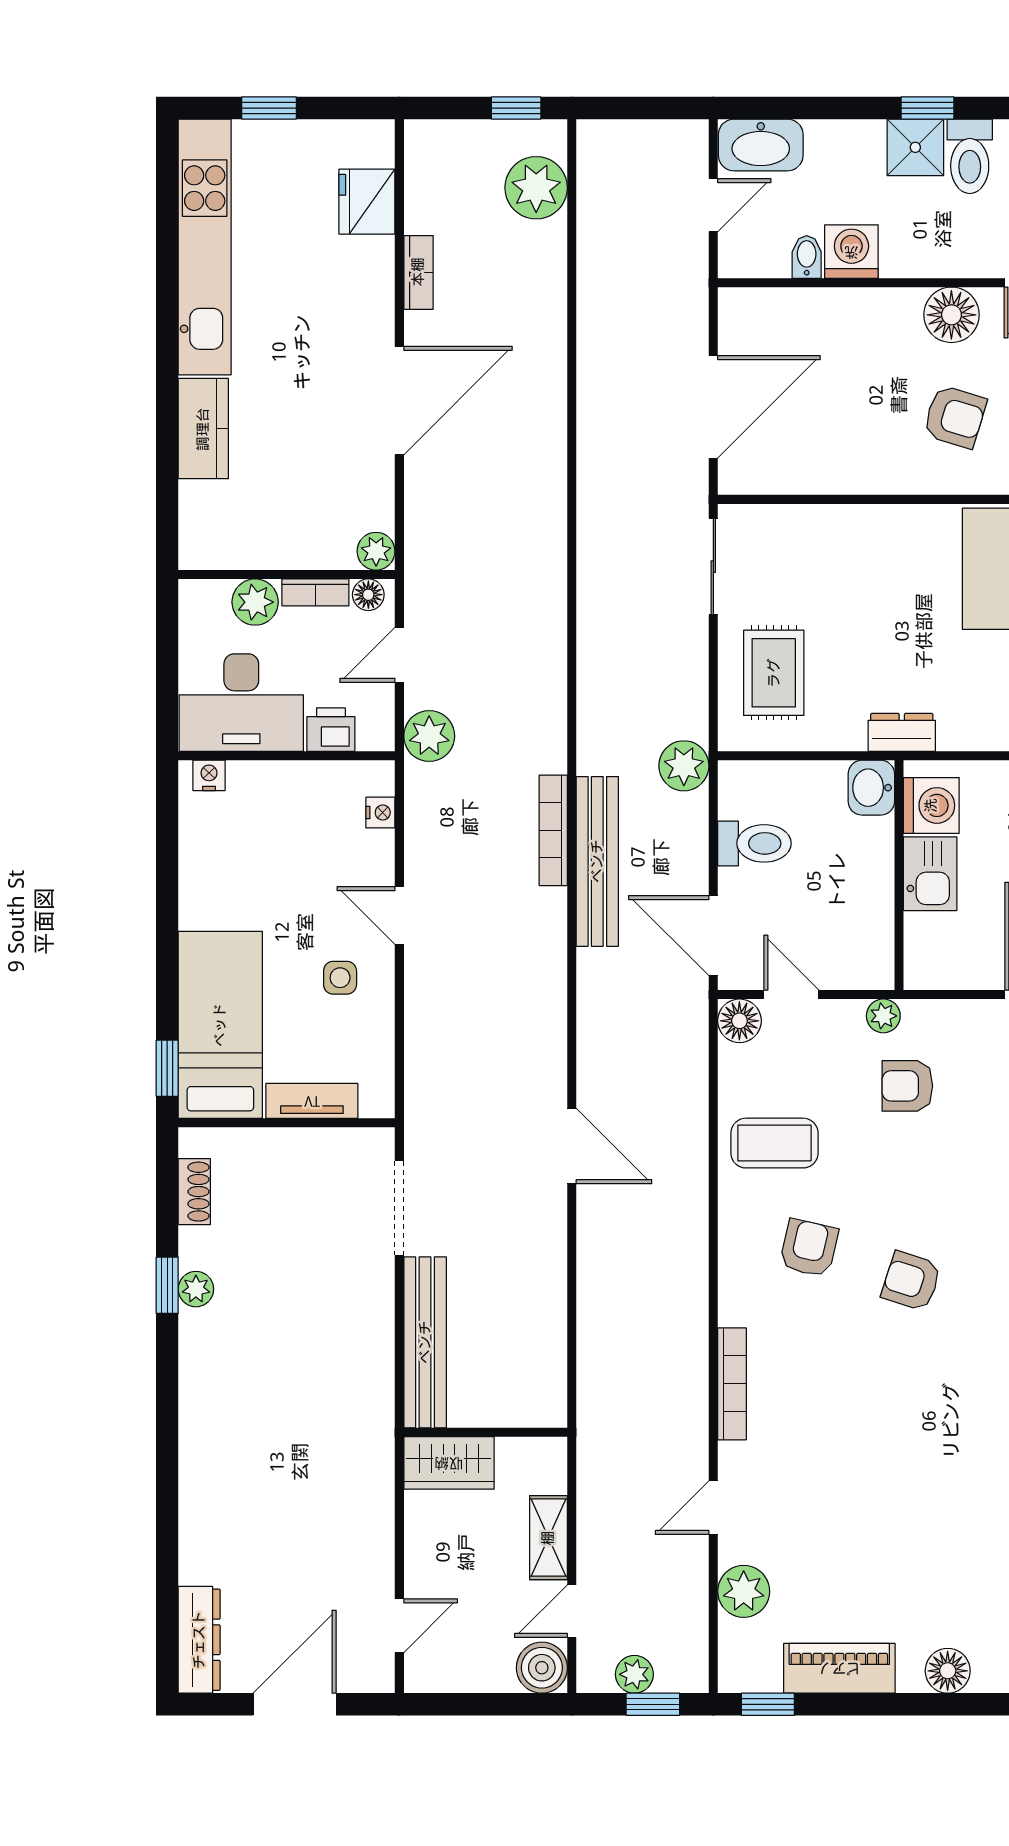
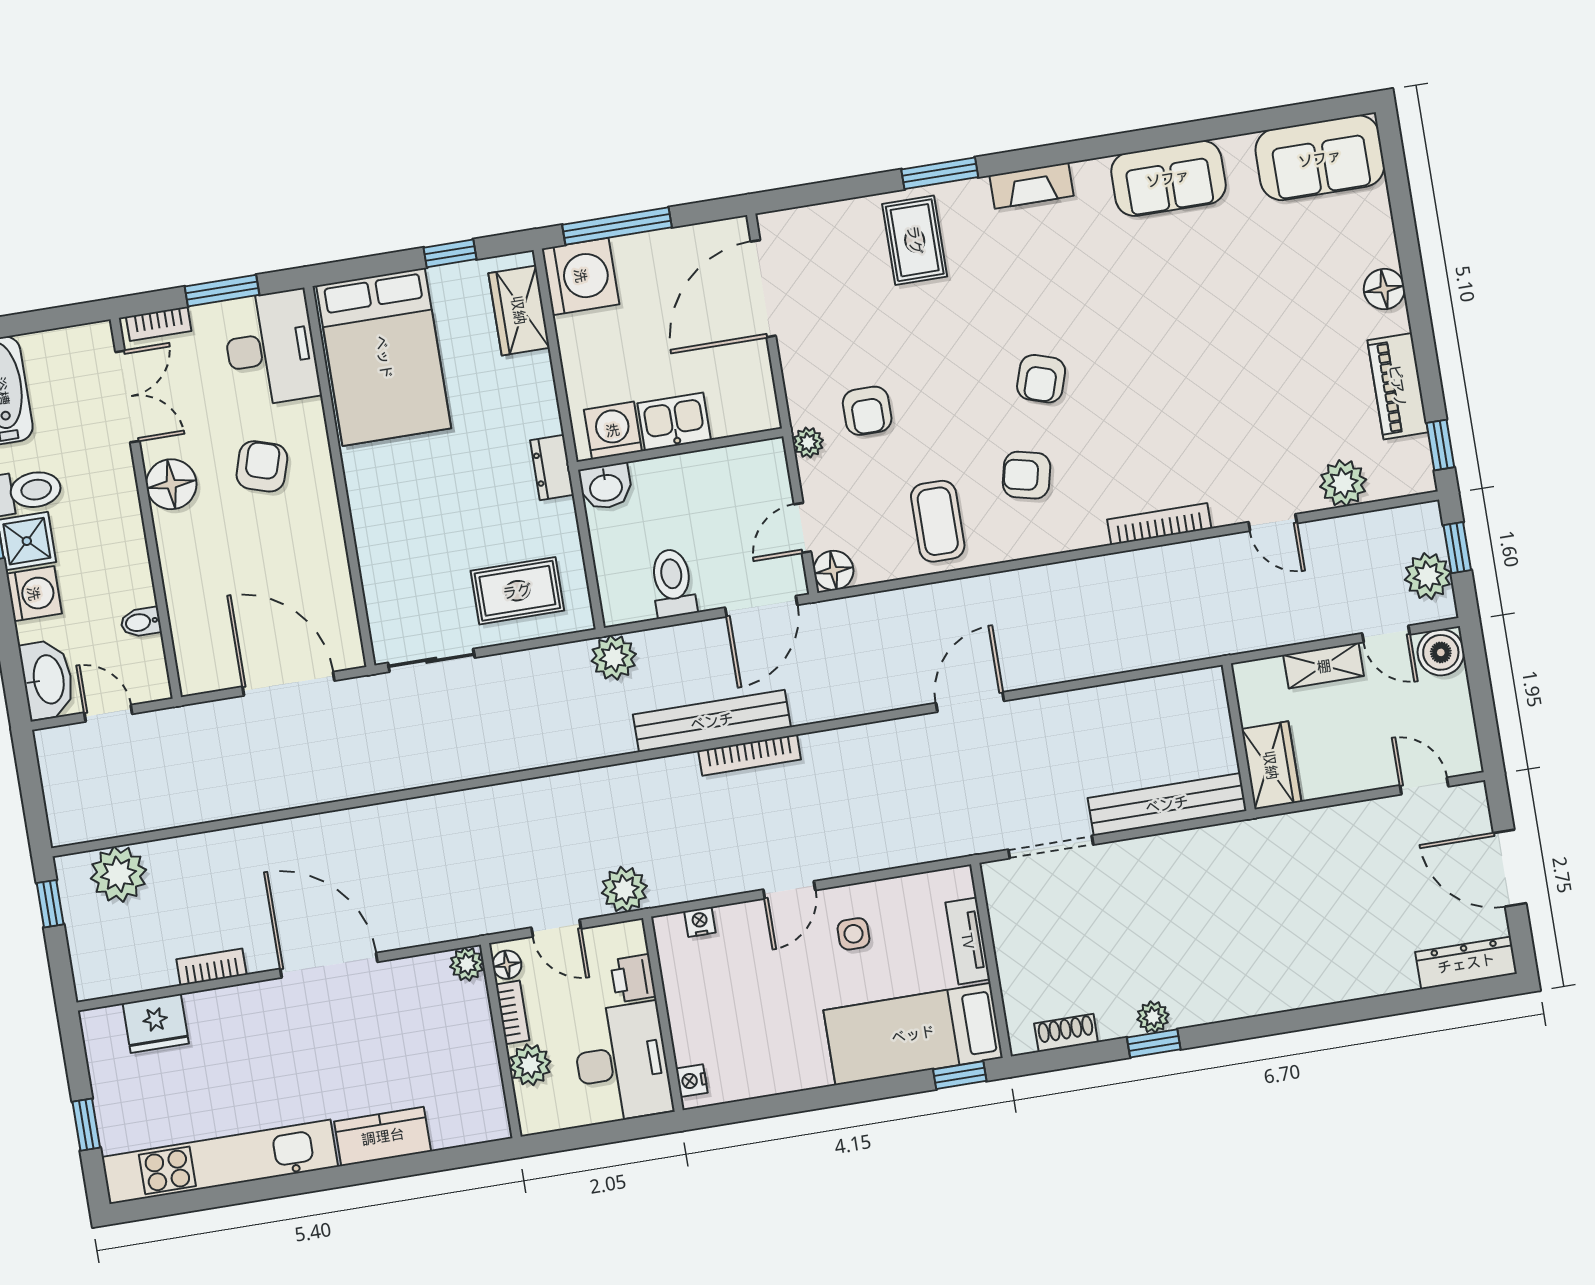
washing machine: (851, 252) -> (34, 594), moved, turned 180
bookcase: (553, 830) -> (750, 755), moved
plant: (634, 1674) -> (1428, 576), width x1.38, depth x1.38

